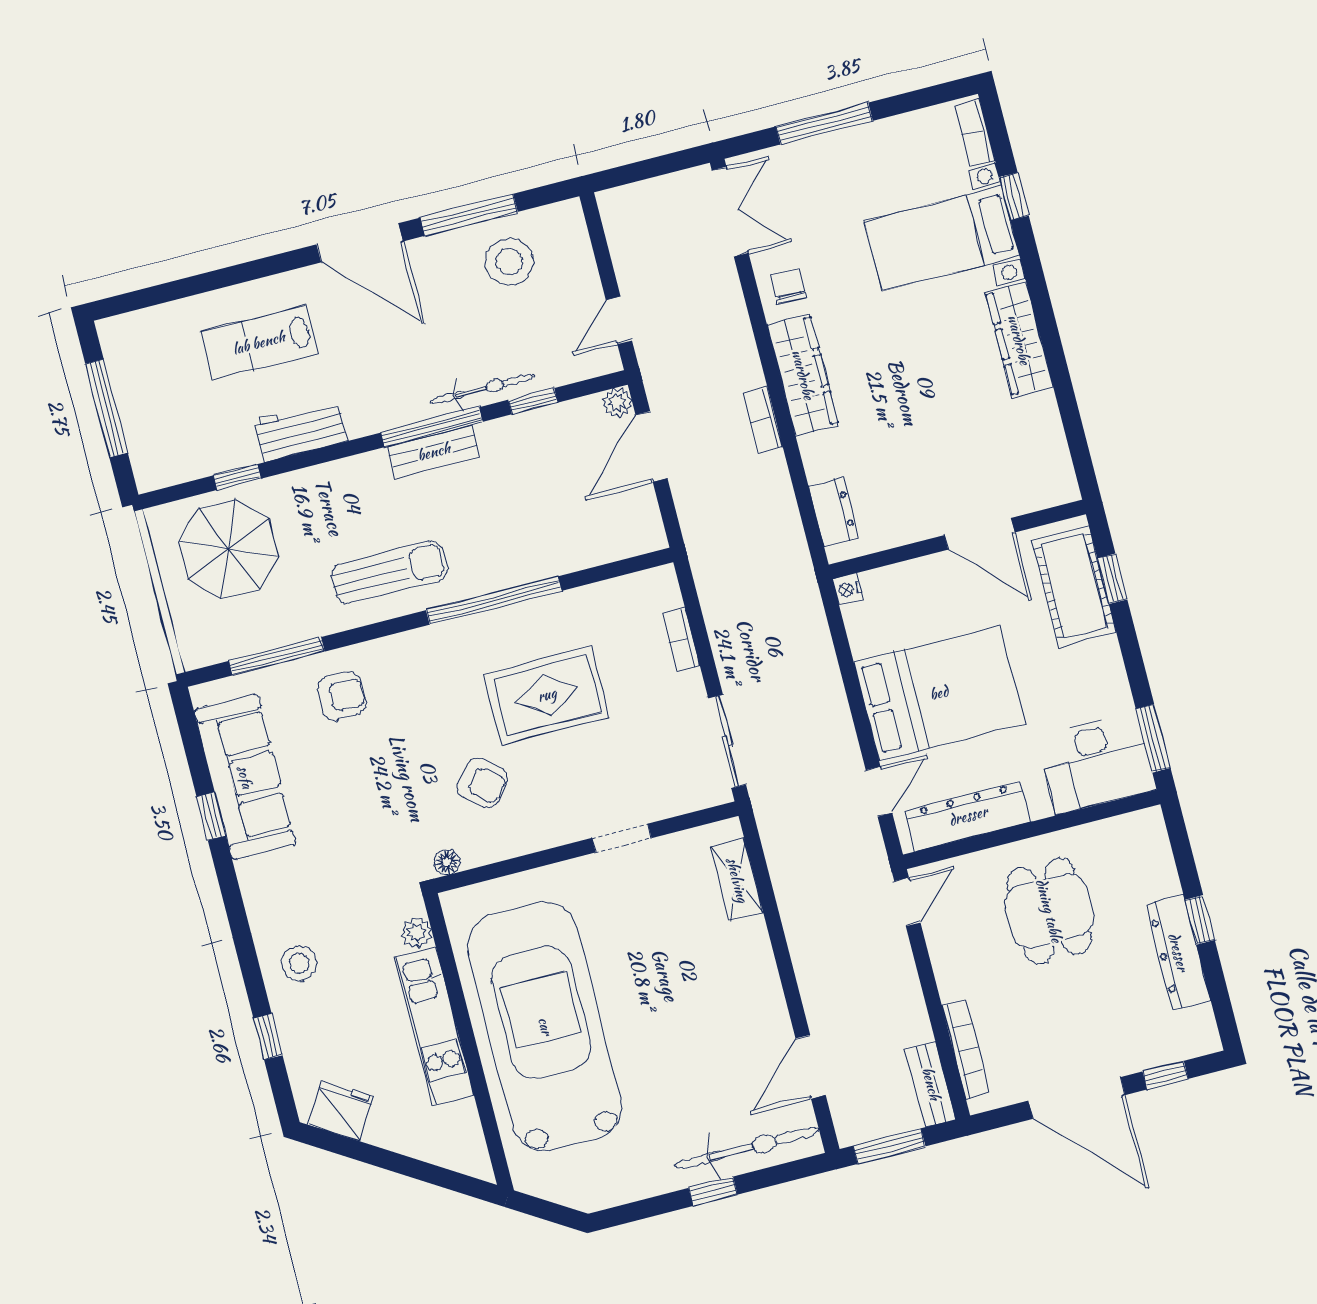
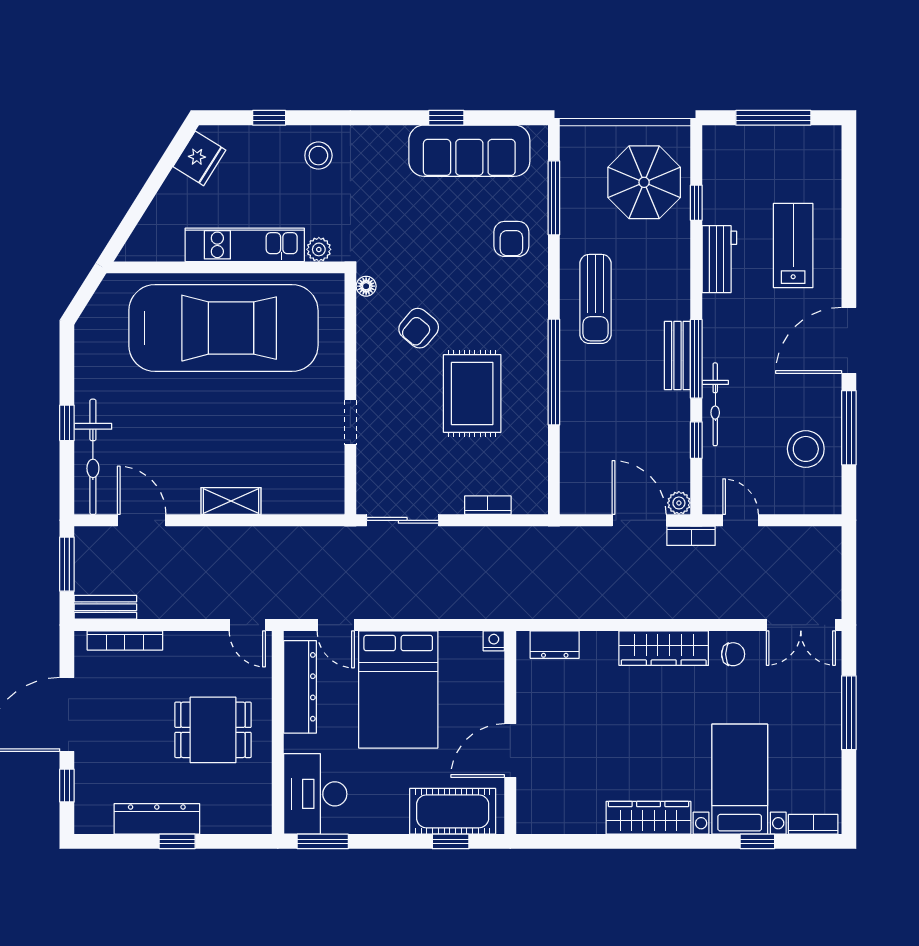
bookcase: (763, 420) -> (691, 536), moved, turned 180
shelving: (737, 880) -> (231, 501), moved

